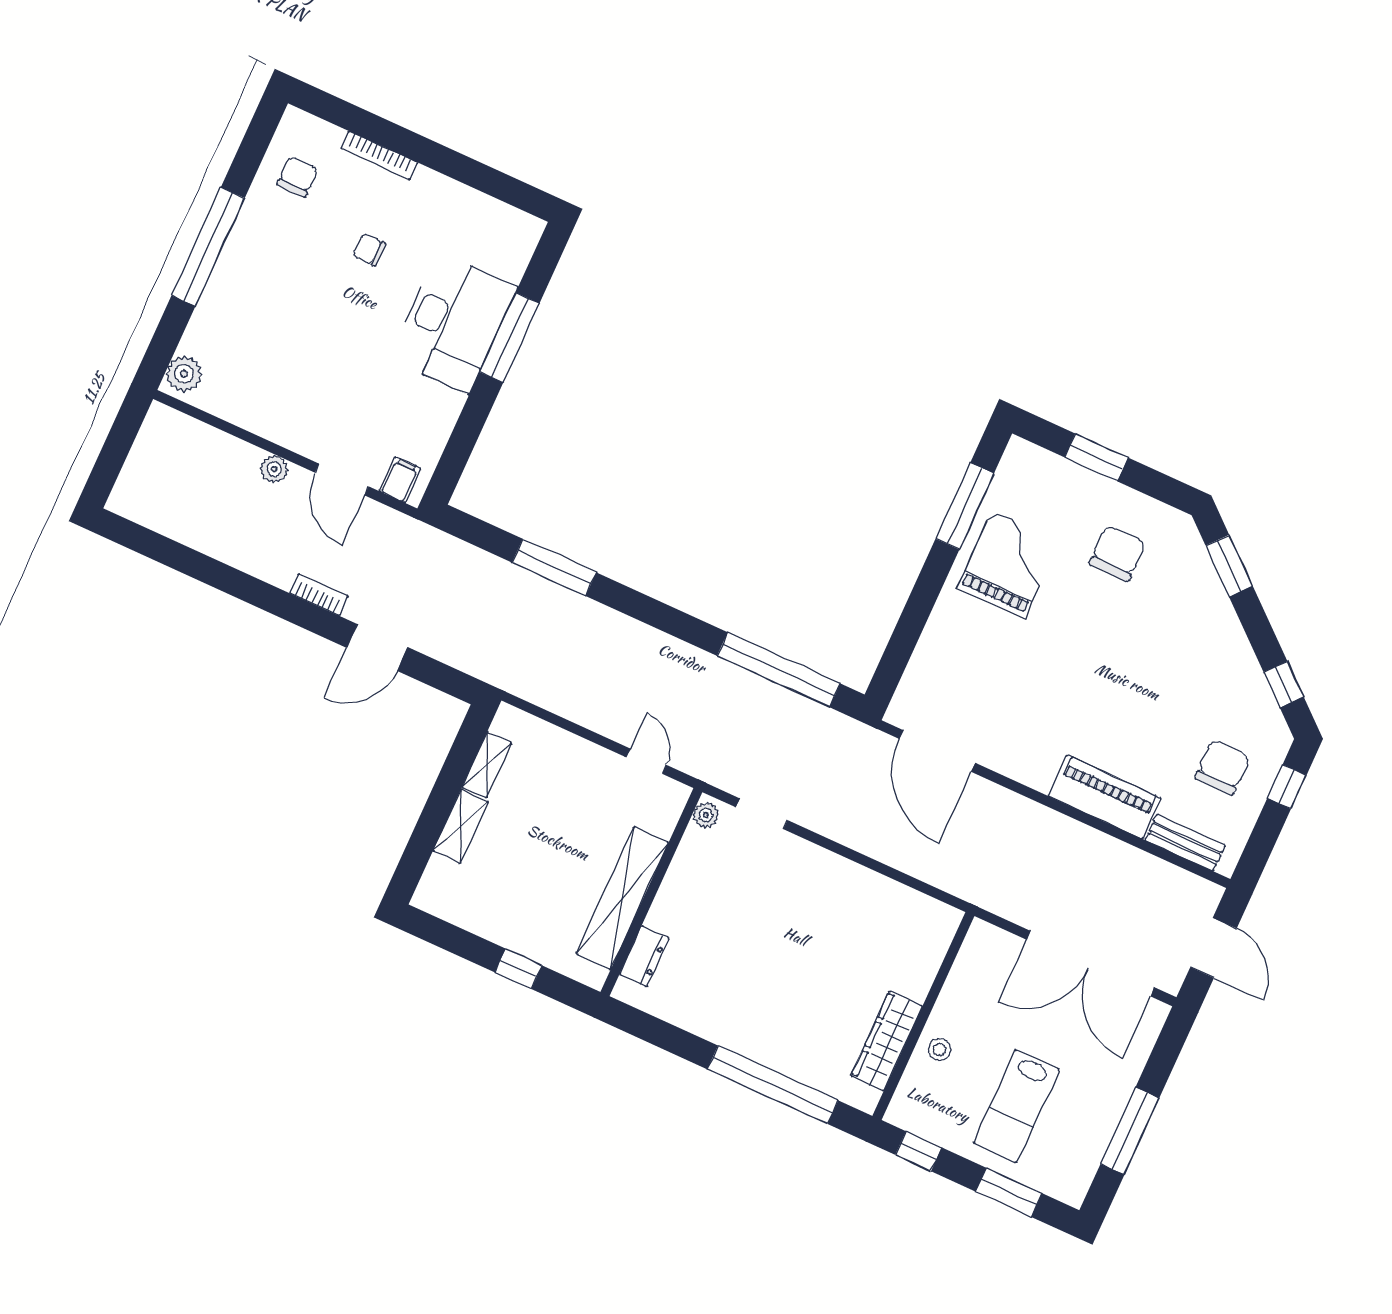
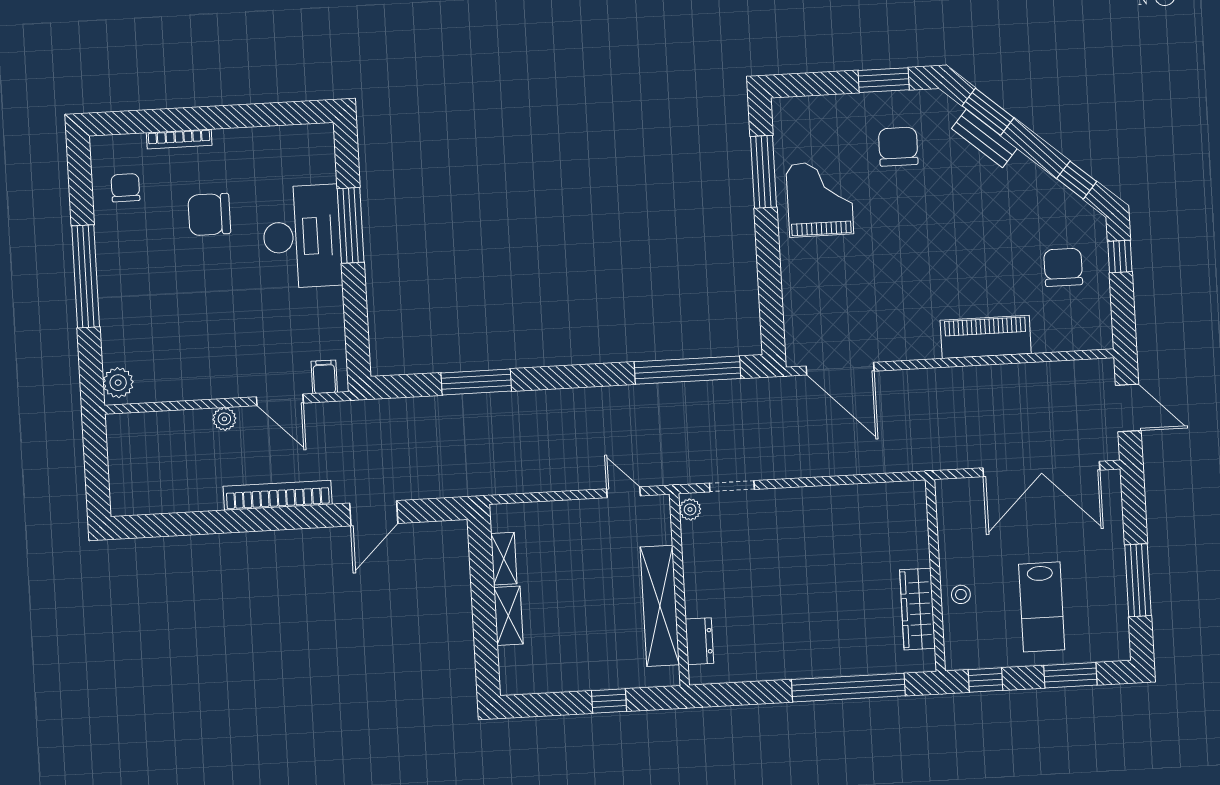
chair: (369, 250) -> (209, 214), width x1.87, depth x1.87
window: (1096, 457) -> (884, 80), moved
bookcase: (319, 595) -> (278, 495), width x2.31, depth x1.31
bench: (1185, 843) -> (984, 138), moved, turned 41

